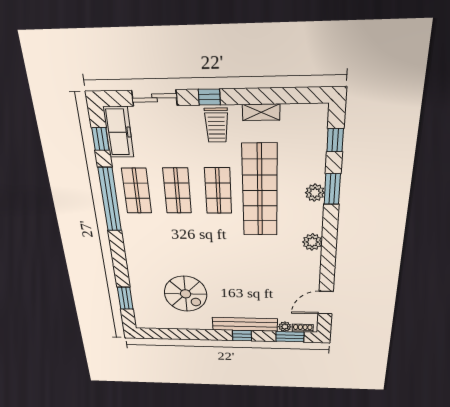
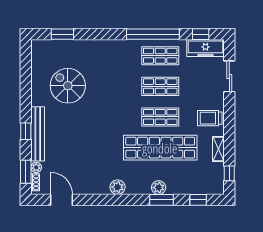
window: (209, 97) -> (229, 173), moved
spiral stairs: (186, 294) -> (68, 86), turned 90

